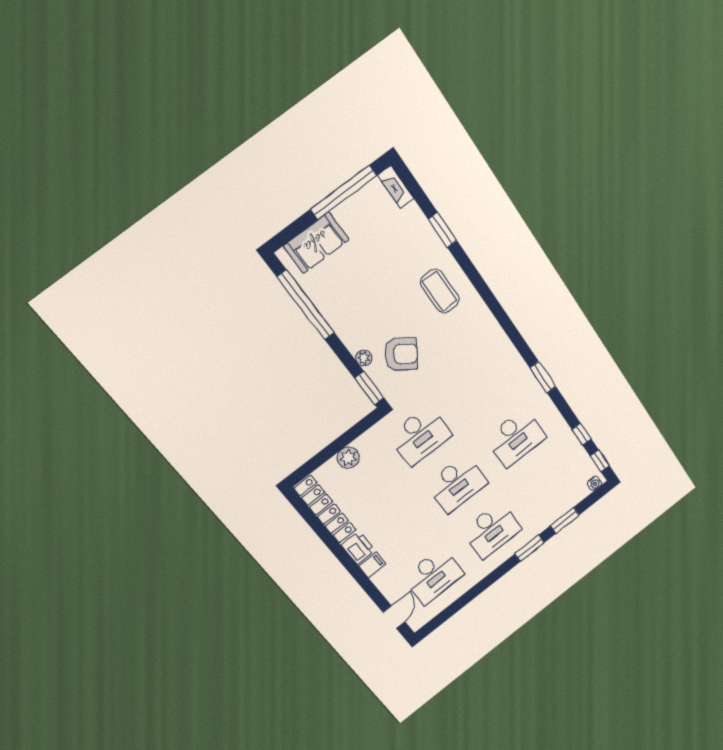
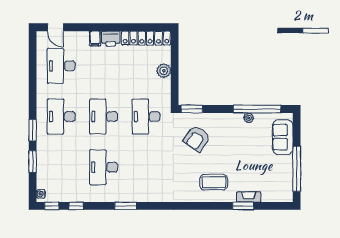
fireplace: (396, 187) -> (249, 197), moved
plant: (364, 358) -> (249, 118), moved

